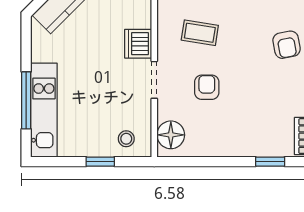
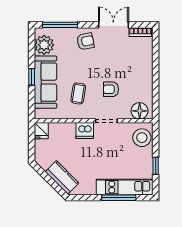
stool: (126, 139) -> (142, 138), width x1.89, depth x1.89
window: (100, 162) -> (156, 166), moved
window: (270, 162) -> (156, 51), removed

